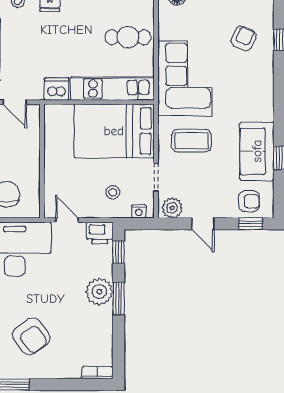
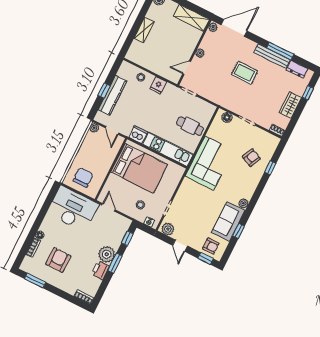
plant: (266, 113) -> (243, 203), added
bed: (114, 131) -> (139, 168), moved, turned 180
coffee table: (191, 141) -> (196, 198), removed
printer: (100, 233) -> (100, 270), moved, turned 90
armchair: (31, 336) -> (58, 260), turned -143

